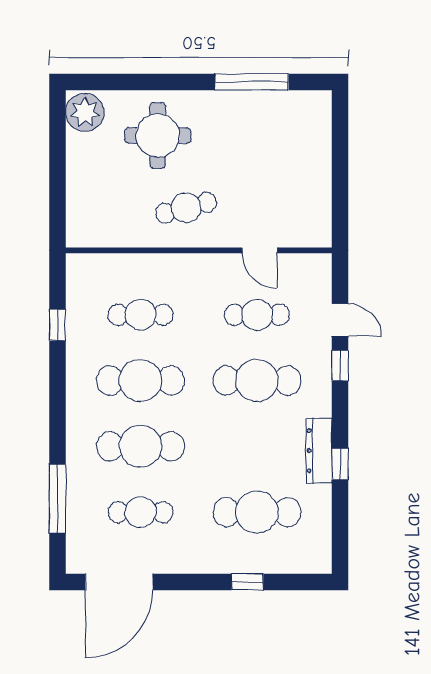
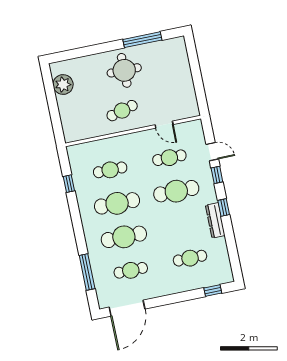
plant: (85, 112) -> (63, 85), moved
round table: (158, 135) -> (124, 70), moved
window: (340, 464) -> (224, 207), moved
cafe table: (257, 512) -> (190, 258), width x0.73, depth x0.74
window: (247, 582) -> (213, 290), moved

